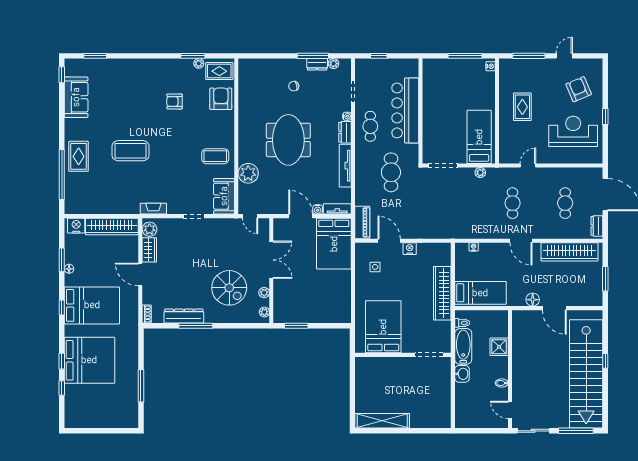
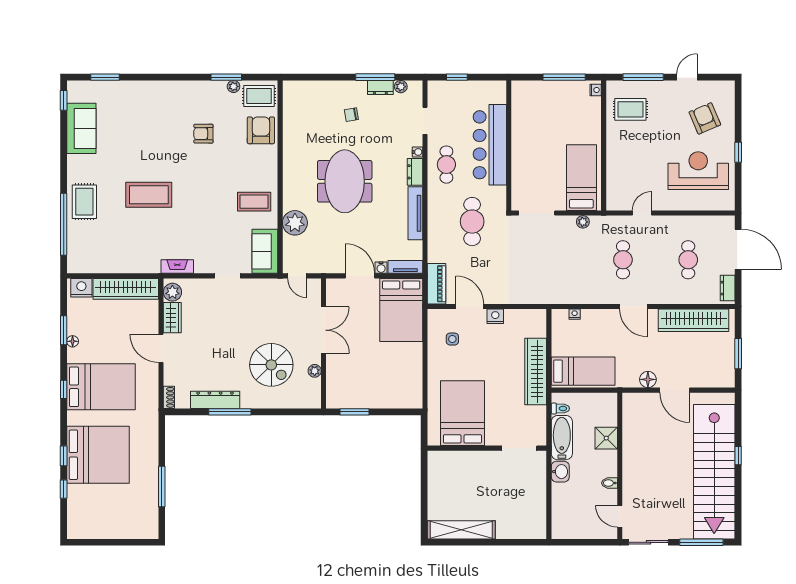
rug: (522, 107) -> (630, 109), moved, turned 90
plant: (264, 312) -> (315, 395), removed

